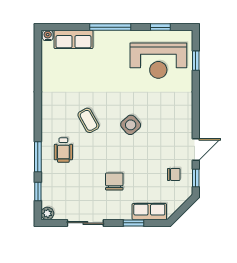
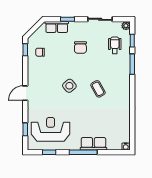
row of seats: (74, 39) -> (93, 144), moved
door: (196, 149) -> (25, 93), moved
wheelchair: (63, 150) -> (115, 45), moved

